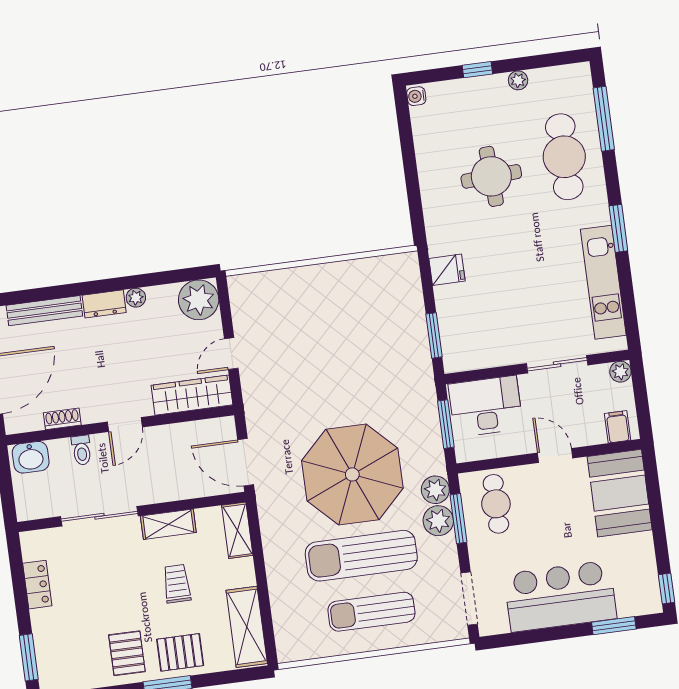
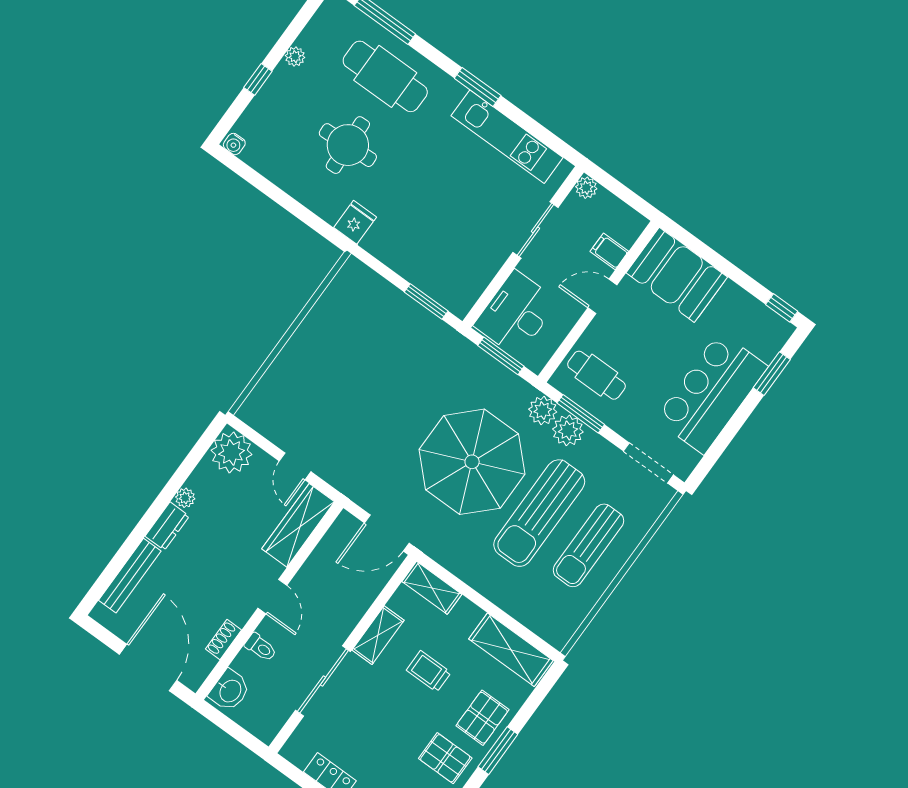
fridge: (447, 270) -> (355, 222), moved
filing cabinet: (618, 427) -> (609, 251), moved

